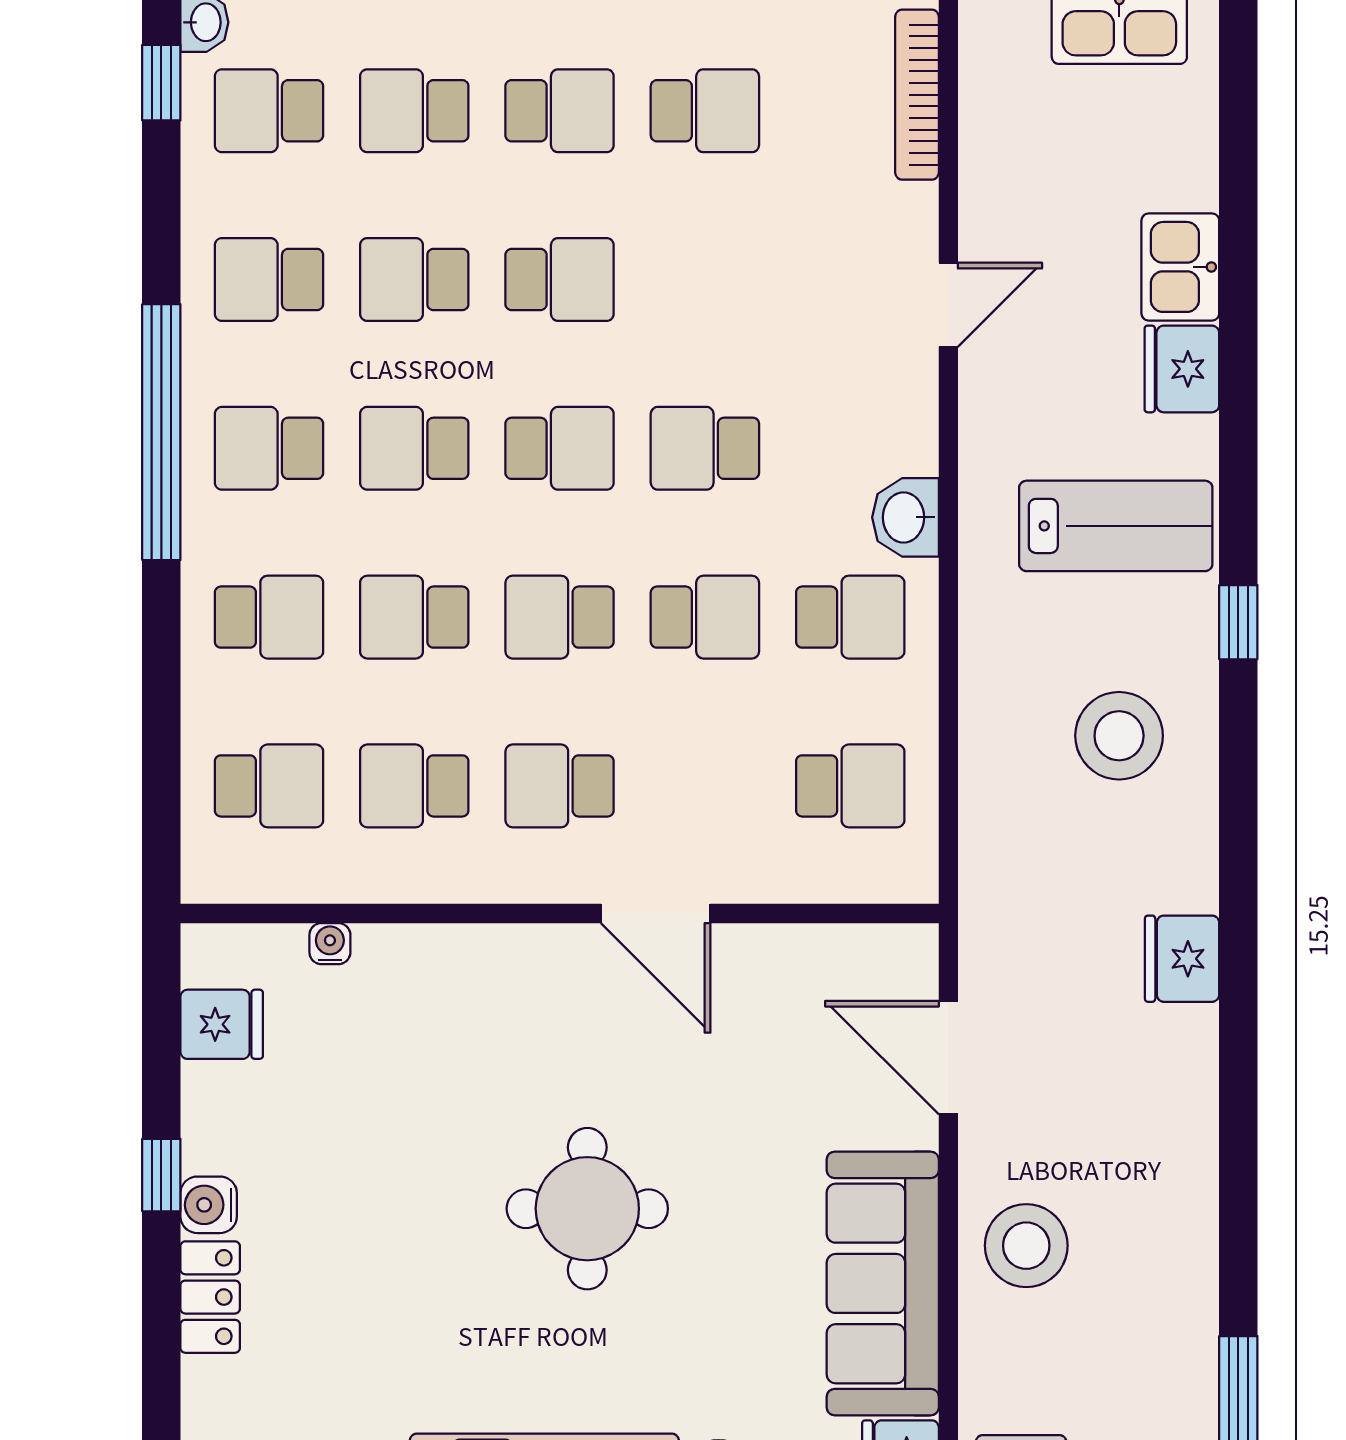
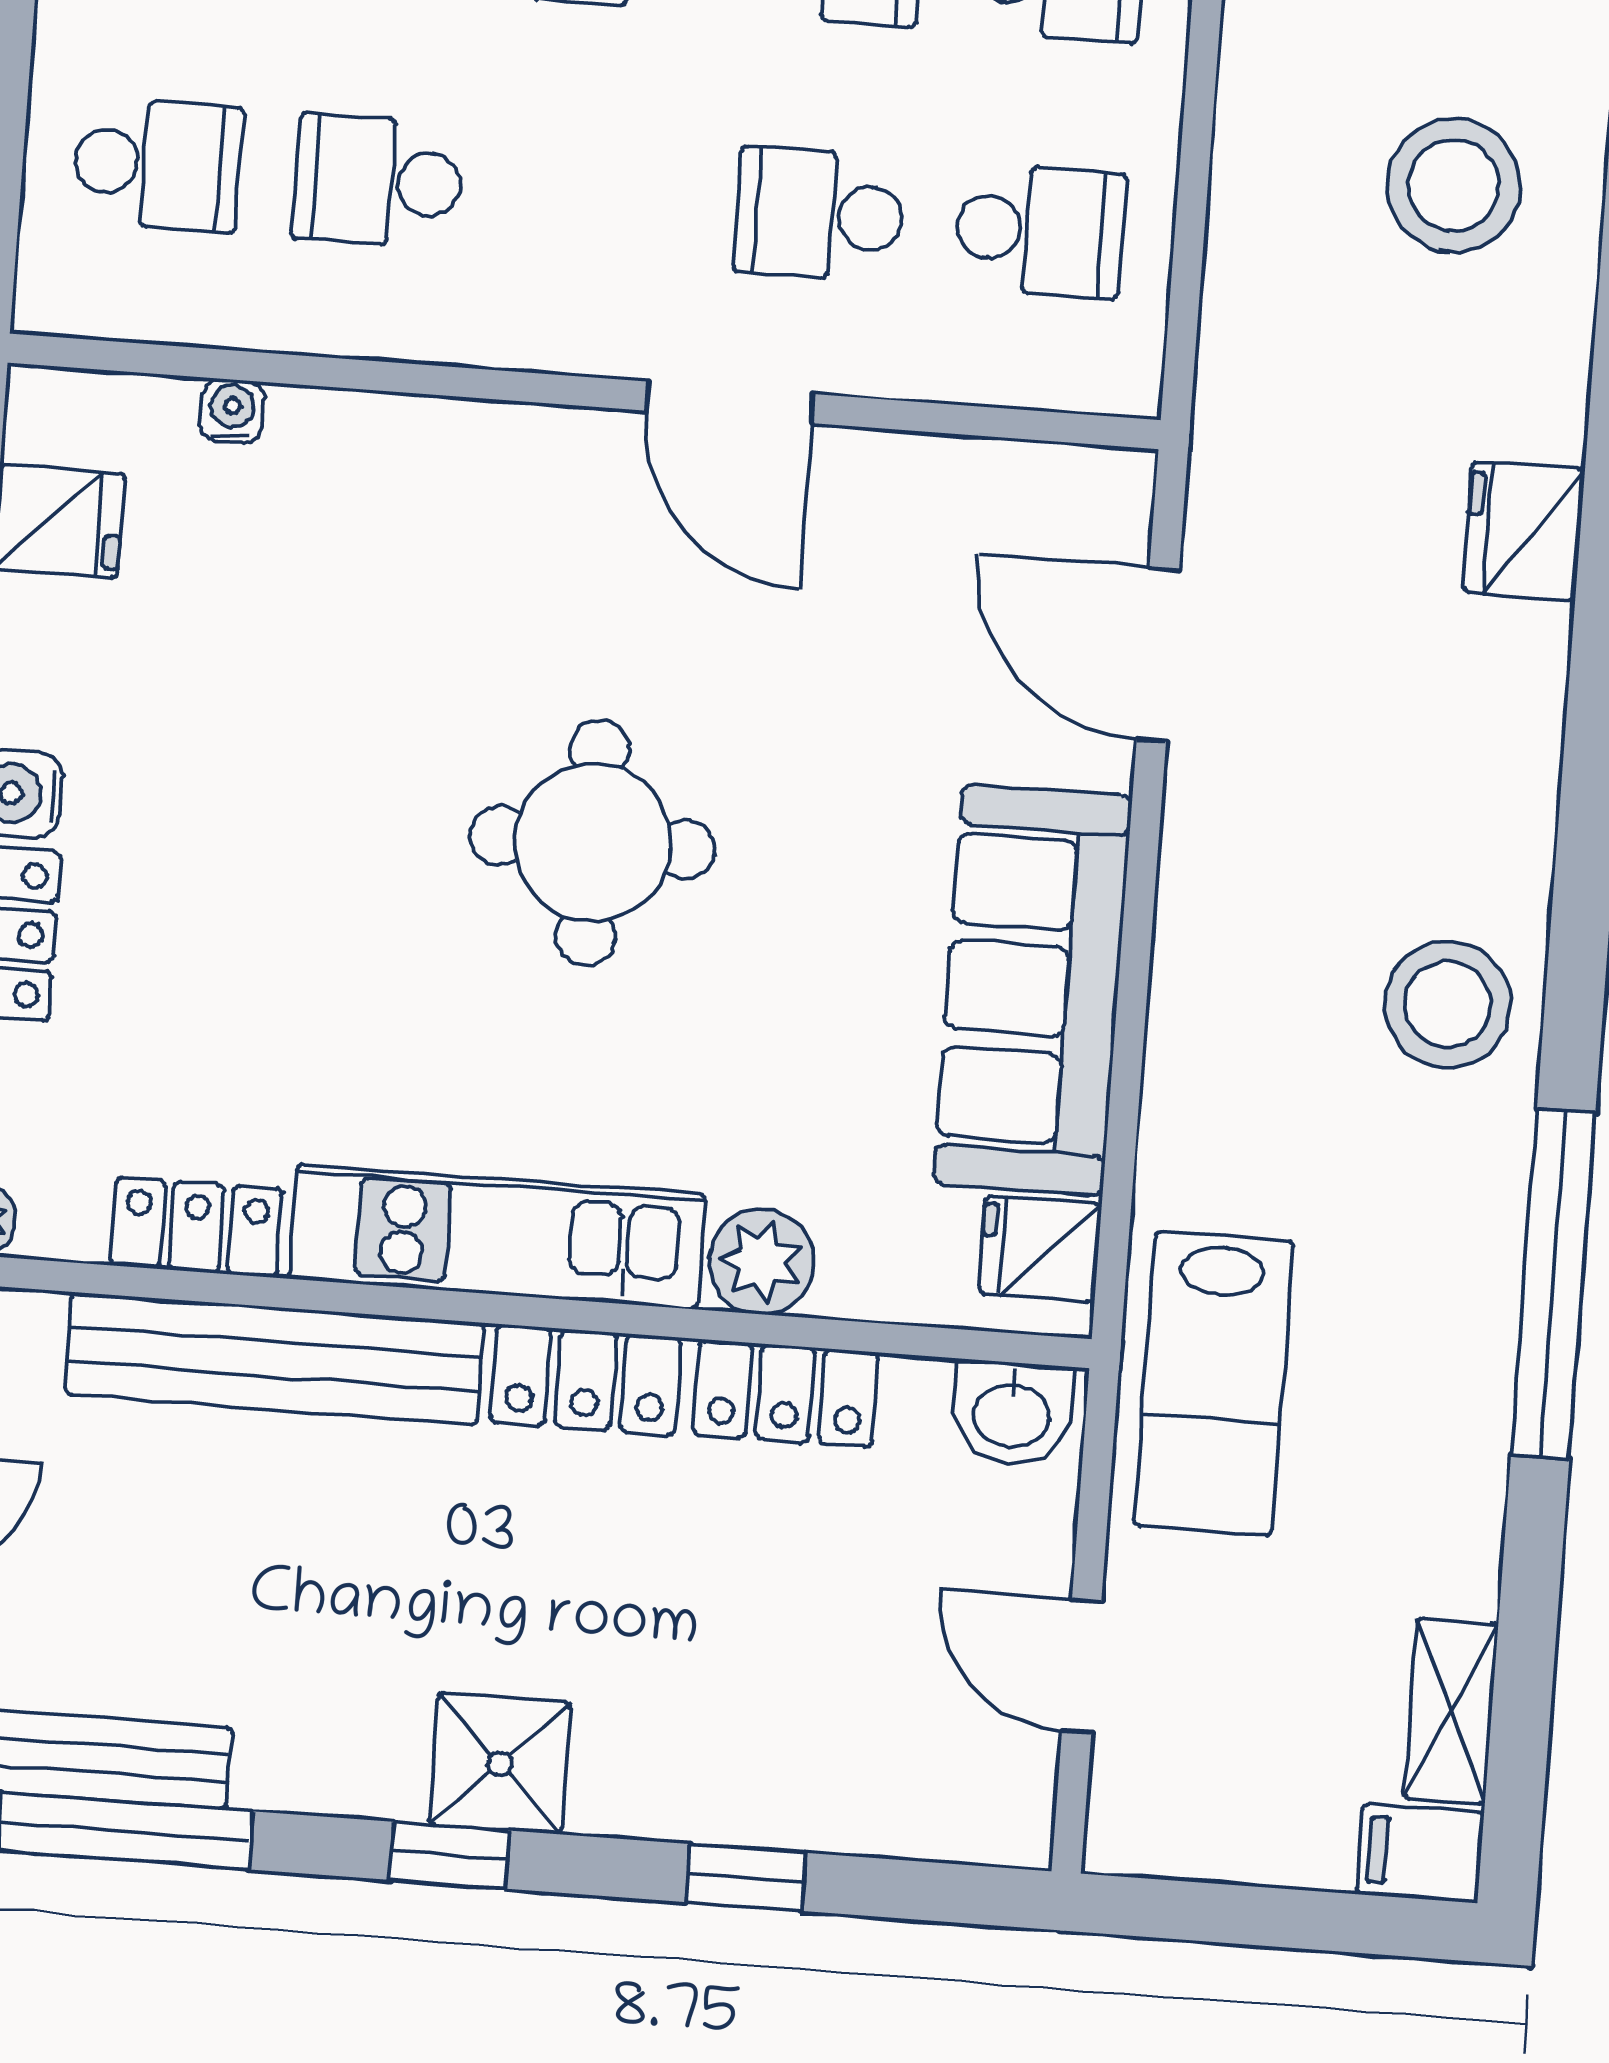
school desk: (560, 786) -> (819, 214), moved
stool: (1026, 1246) -> (1447, 1004), moved

